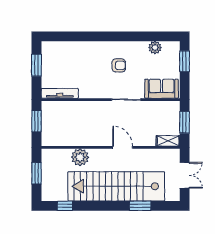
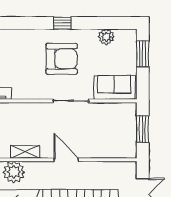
window: (119, 36) -> (62, 23), added
armchair: (119, 65) -> (62, 59), width x1.88, depth x1.88
shelving: (168, 141) -> (25, 152), moved

